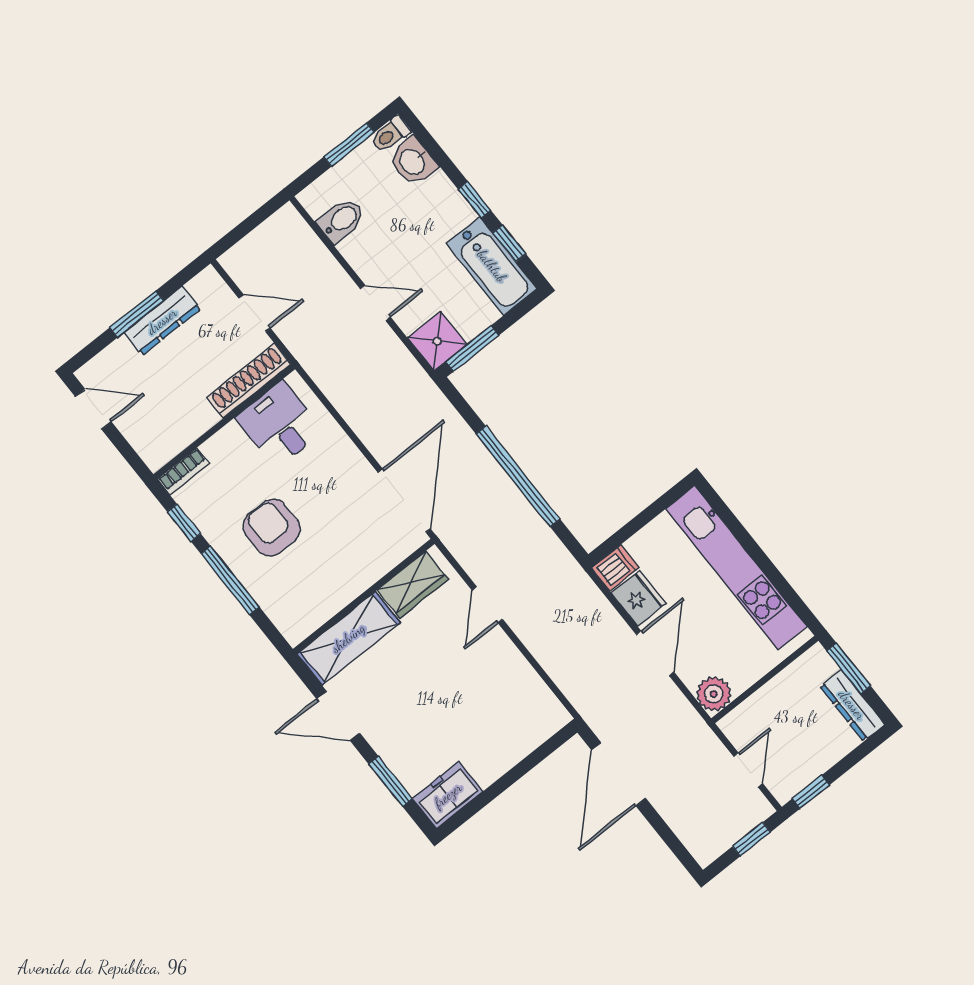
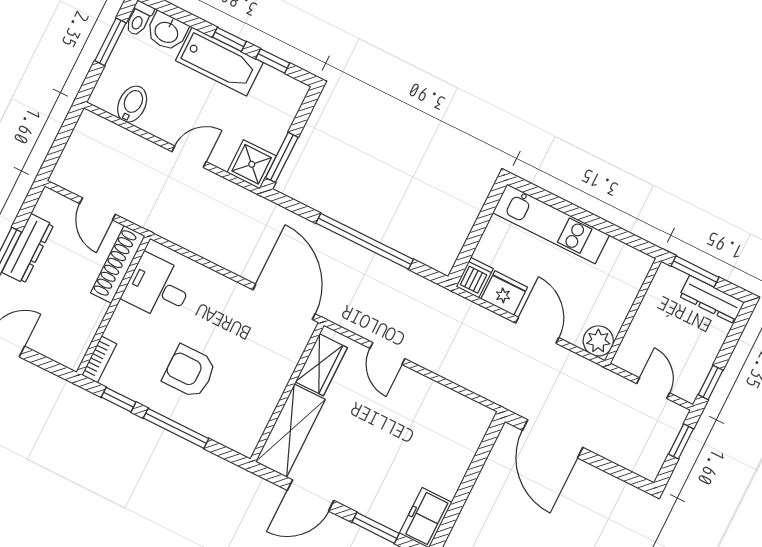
bathtub: (492, 266) -> (219, 61), moved
door: (254, 313) -> (98, 209), swing flipped
kitchen unit: (736, 568) -> (551, 224), width x0.73

